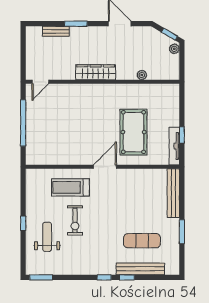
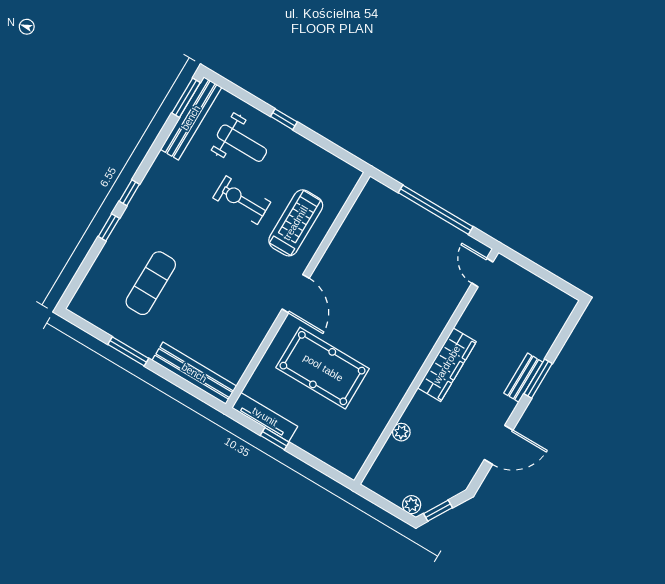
bench: (56, 31) -> (523, 378), moved
bench: (140, 269) -> (191, 118), moved

